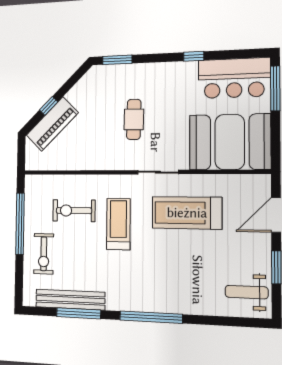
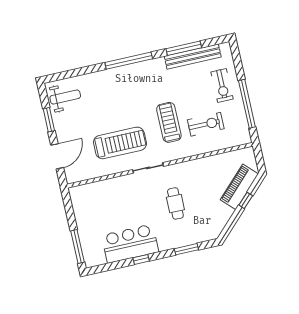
window: (117, 60) -> (186, 249), moved
bar counter: (234, 78) -> (130, 244), moved
booth: (230, 142) -> (101, 201), removed
treadmill: (118, 224) -> (169, 122), turned 180
exercise bike: (44, 254) -> (222, 85), turned 180

